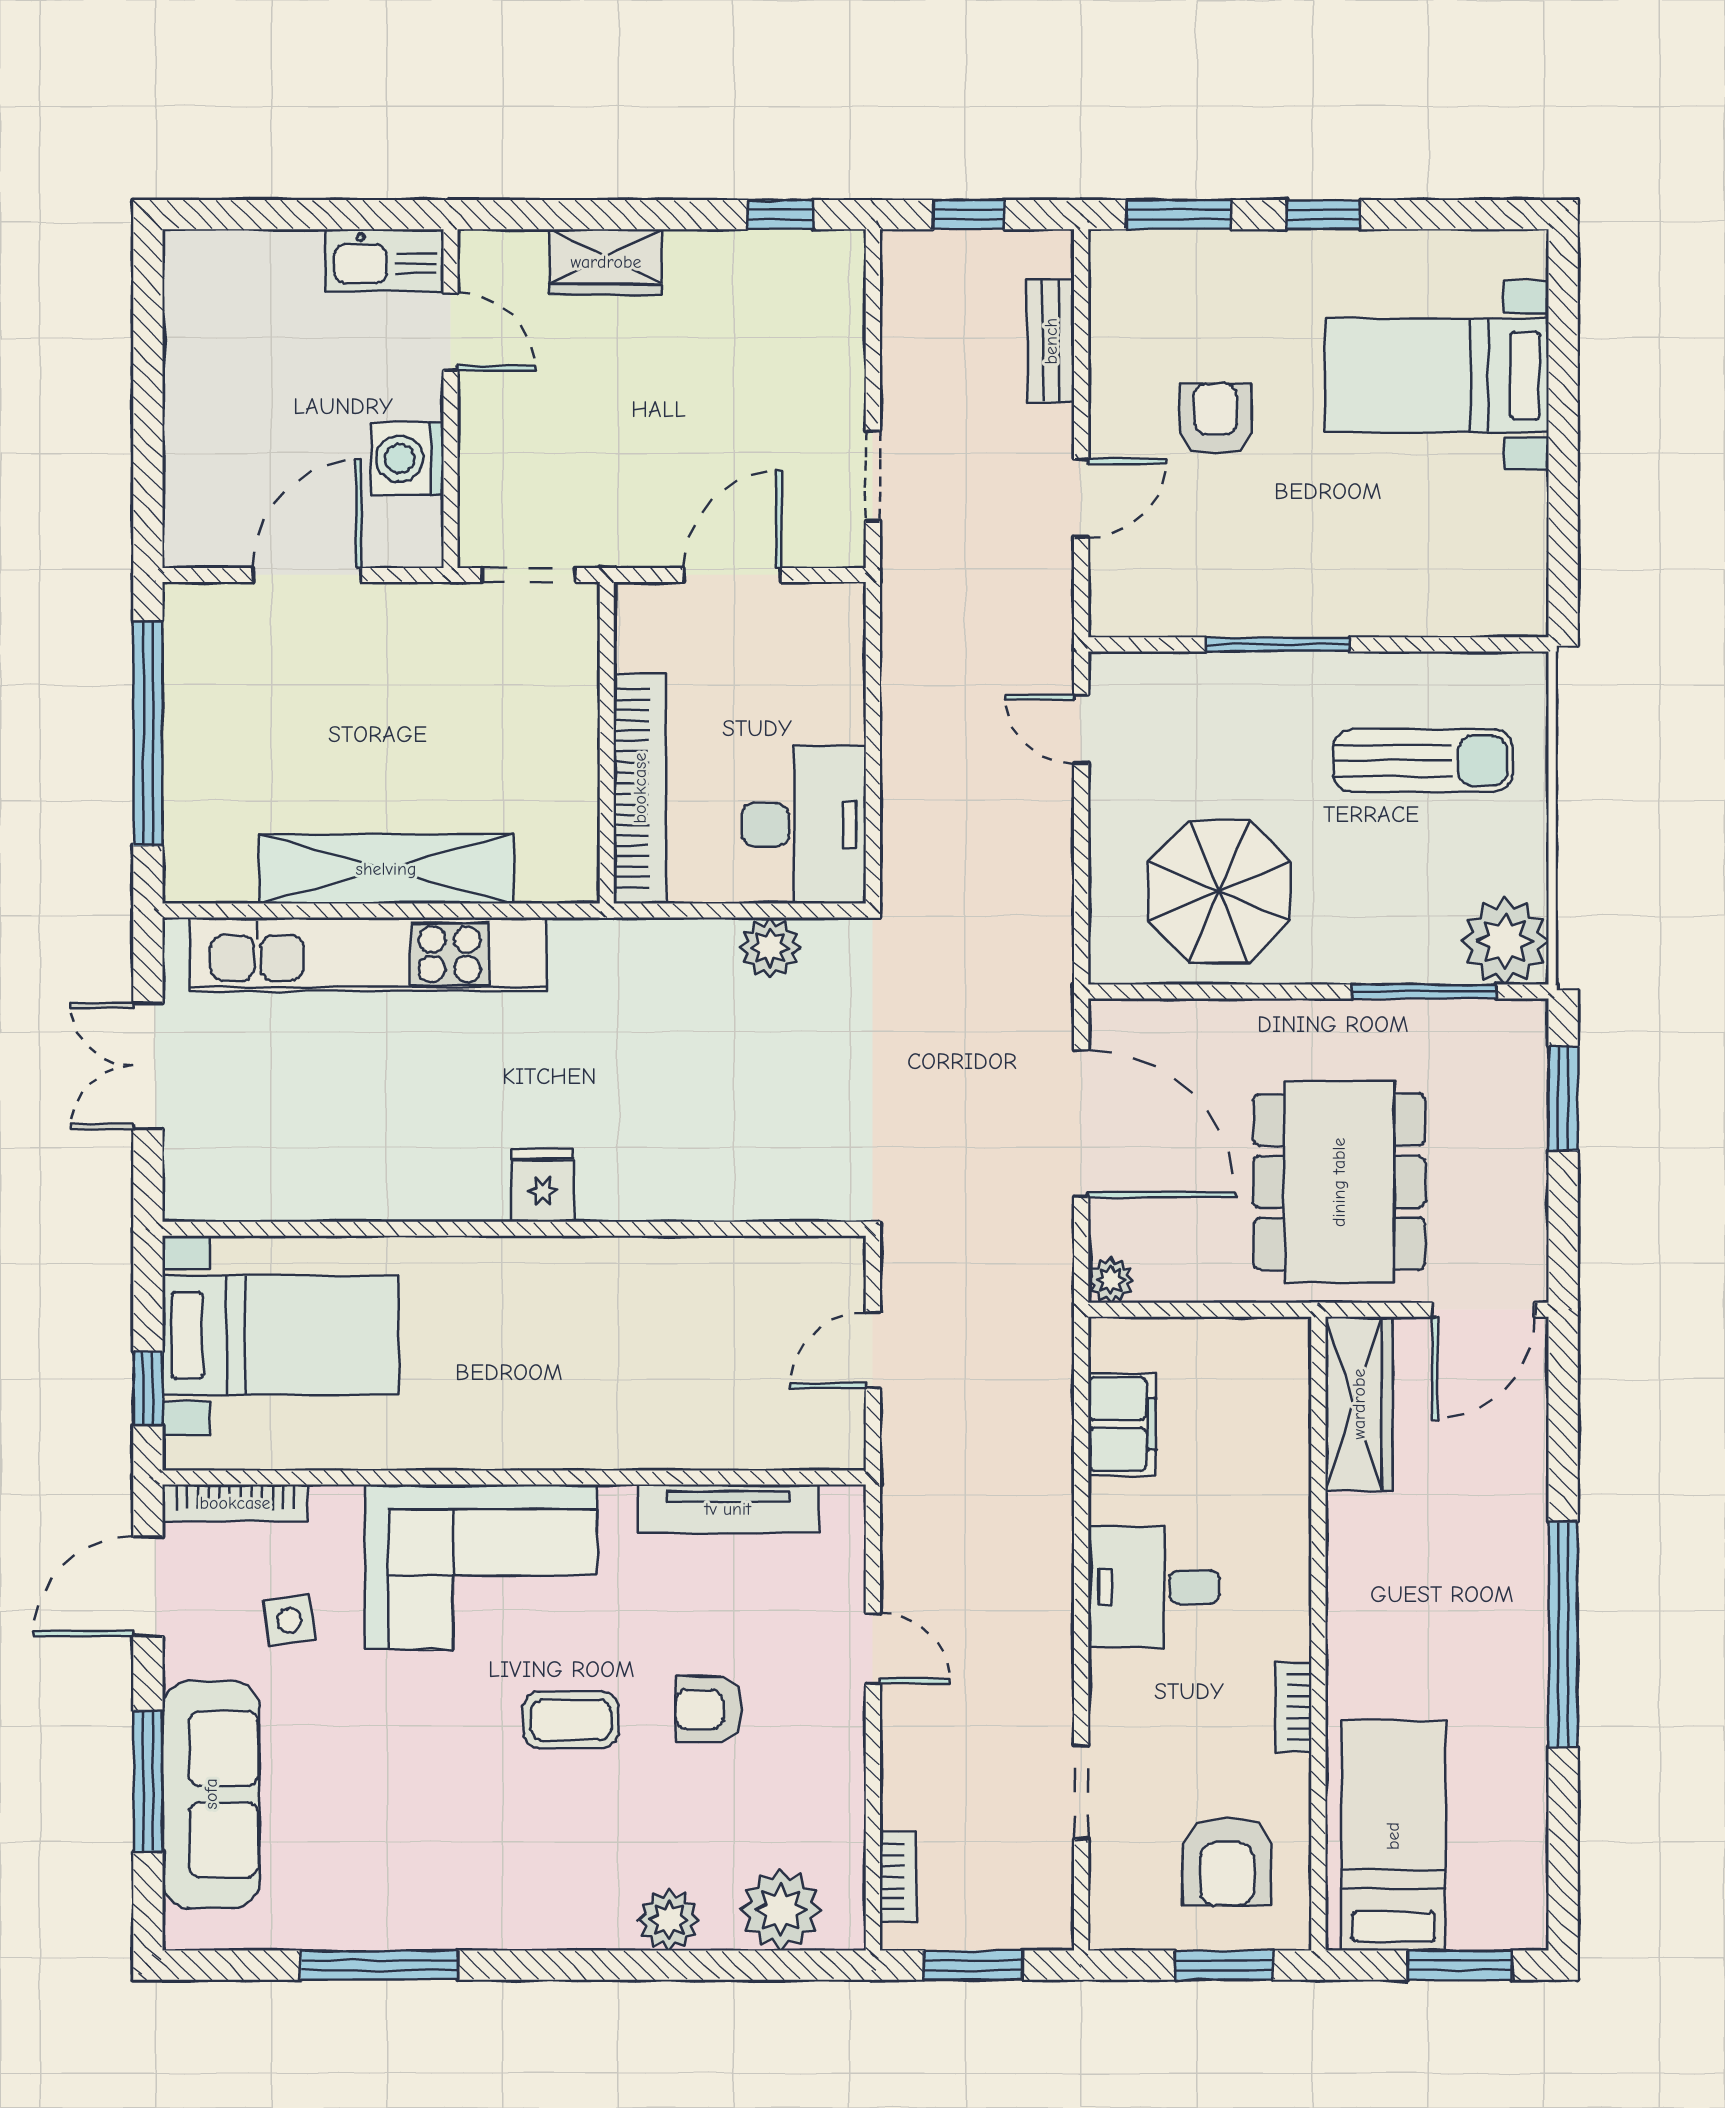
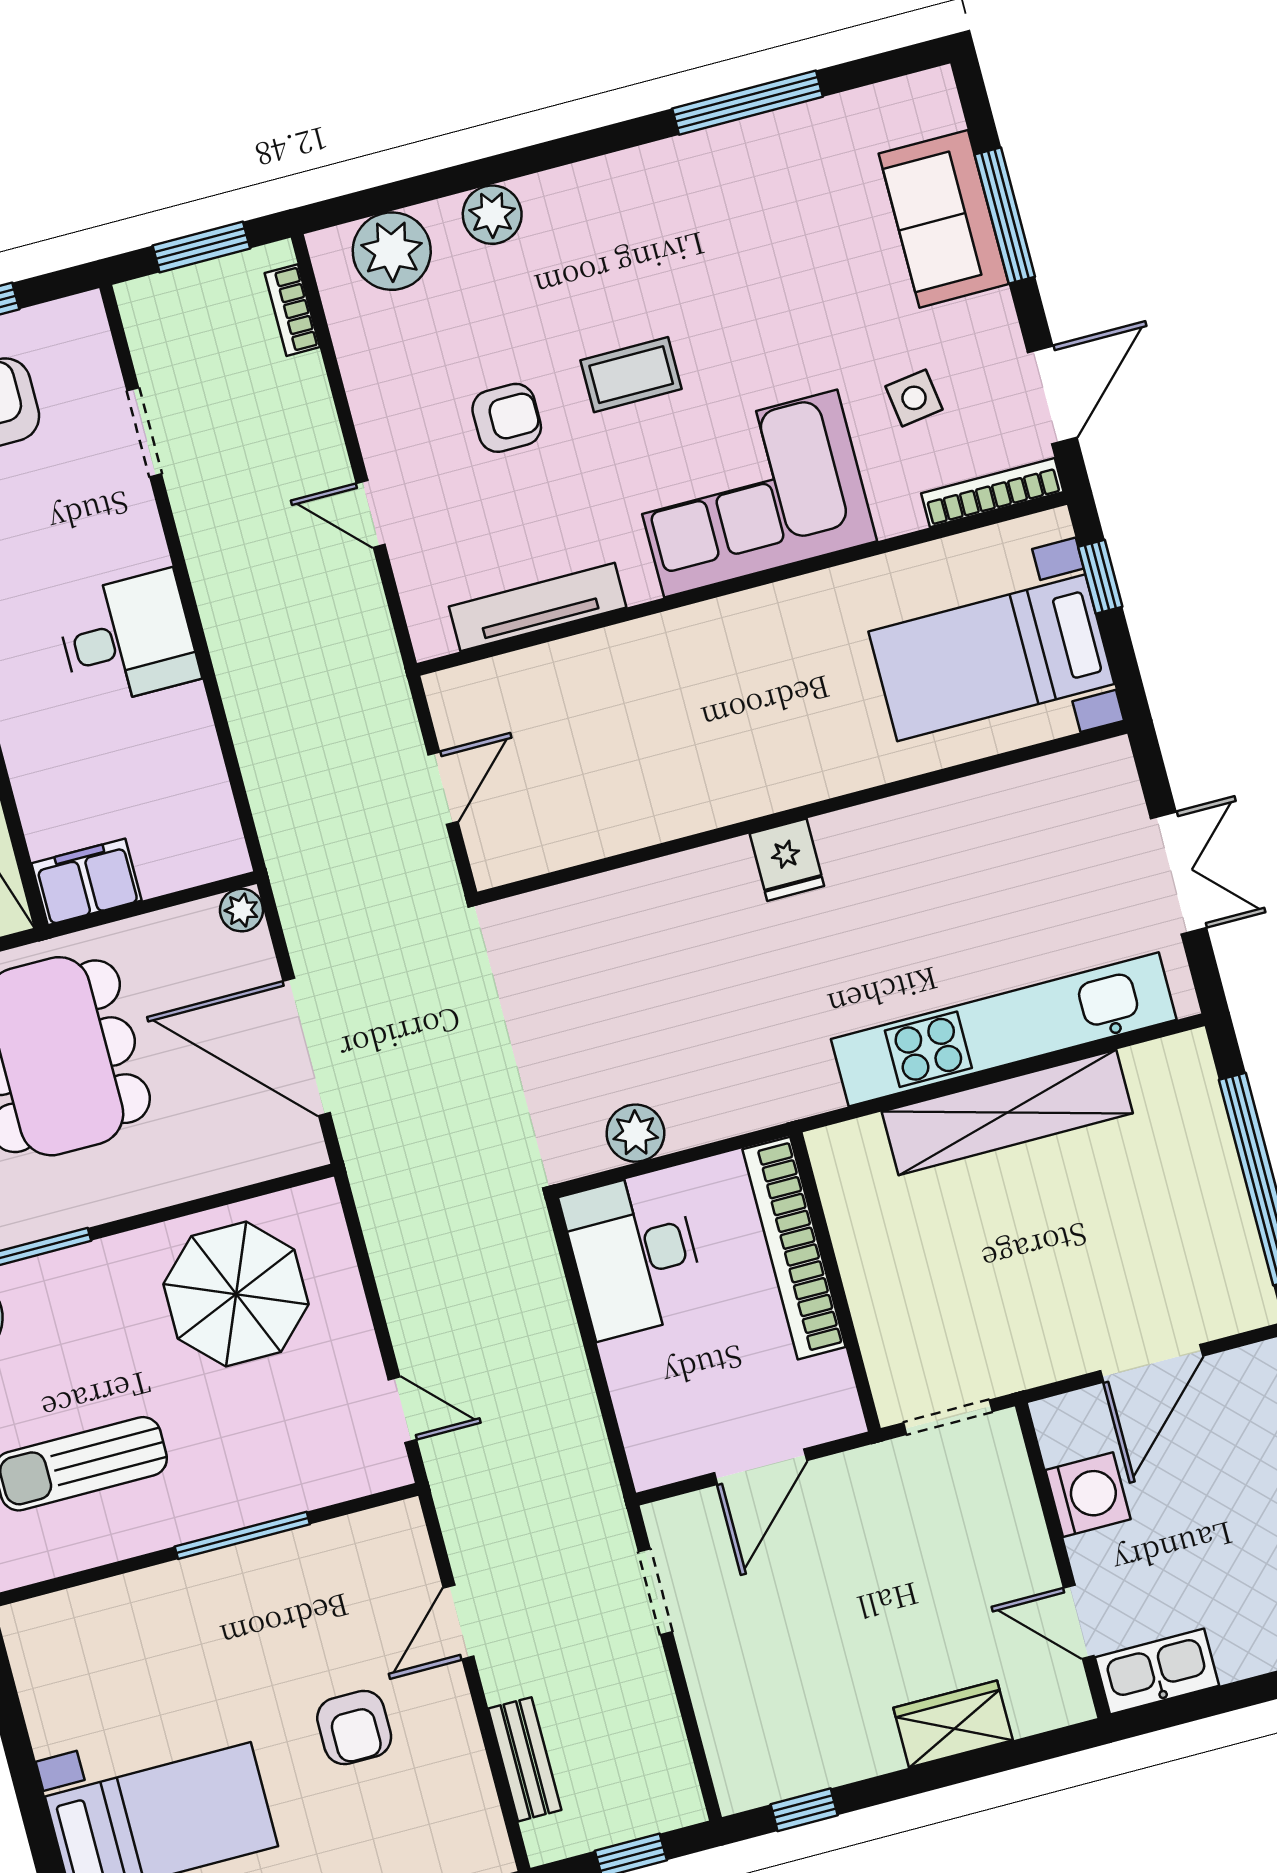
filing cabinet: (1122, 1424) -> (87, 882), moved, turned 90
sofa: (211, 1794) -> (944, 219), width x0.73

